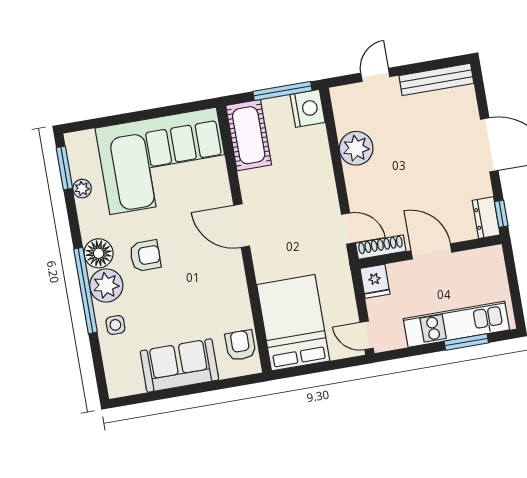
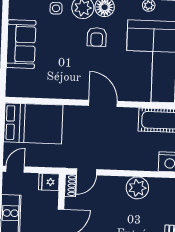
door: (242, 226) -> (103, 103), hinge flipped
shoe rack: (381, 247) -> (70, 186), width x0.70
armchair: (240, 345) -> (26, 86), removed

